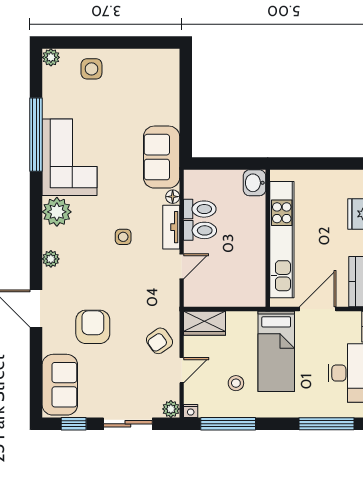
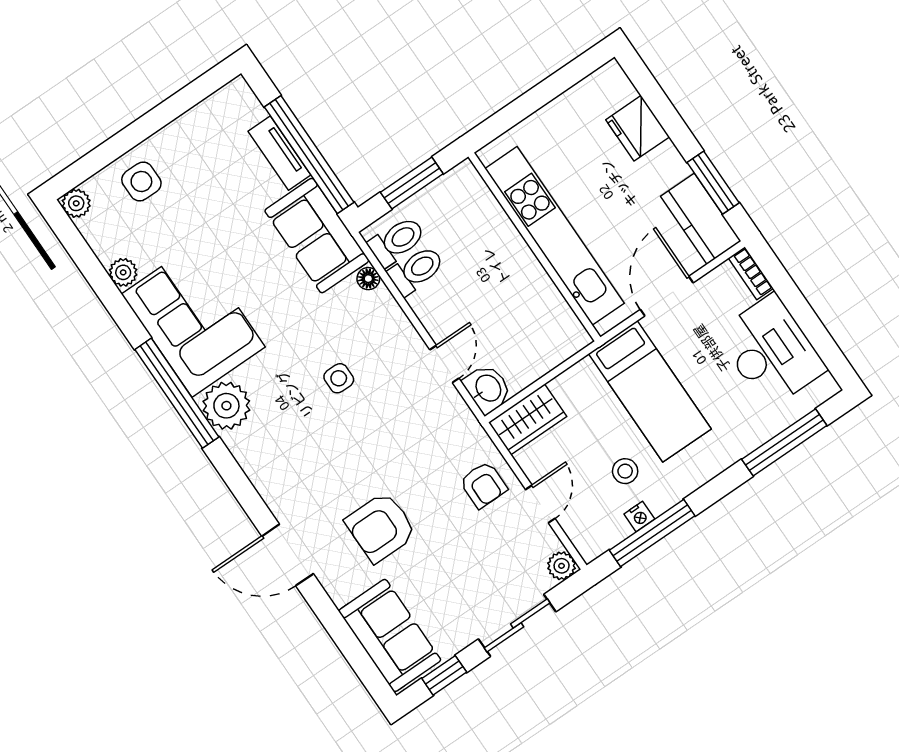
window: (186, 113) -> (309, 155), added
window: (36, 135) -> (177, 393), moved
window: (228, 163) -> (412, 183), added
washbasin: (254, 183) -> (487, 389), moved, turned 180
tv unit: (171, 227) -> (279, 153), moved
toilet: (200, 230) -> (397, 241), moved
plant: (51, 259) -> (123, 272), moved
armchair: (93, 327) -> (381, 527), turned -90
armchair: (159, 341) -> (483, 485), turned -55
nightstand: (191, 411) -> (639, 516), moved

